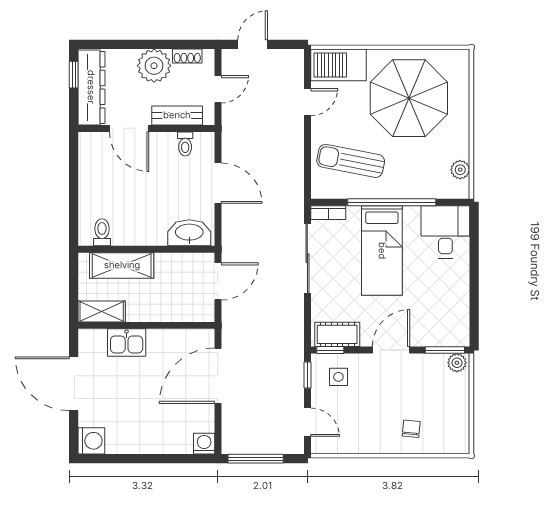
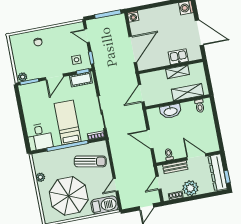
plant: (460, 170) -> (40, 177), moved
washbasin: (189, 233) -> (171, 111), moved
shelving: (102, 311) -> (178, 72), moved

